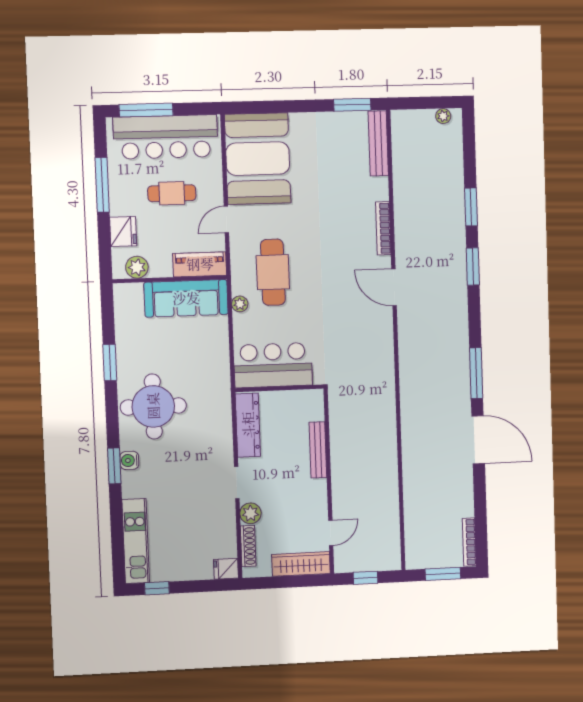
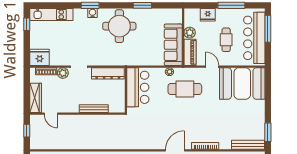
plant: (137, 267) -> (190, 33), moved
fridge: (226, 569) -> (40, 57), width x1.88, depth x1.34

